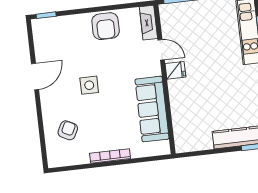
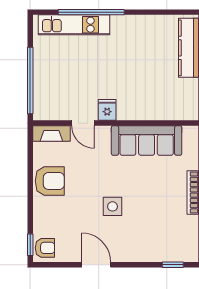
door: (161, 50) -> (83, 123), swing flipped
armchair: (68, 130) -> (45, 248), moved, turned 153
window: (43, 146) -> (173, 265), added

